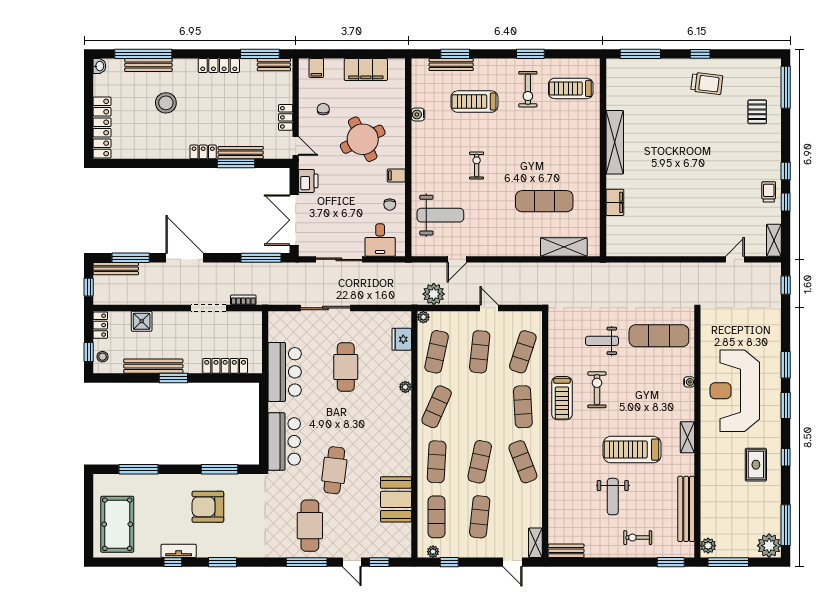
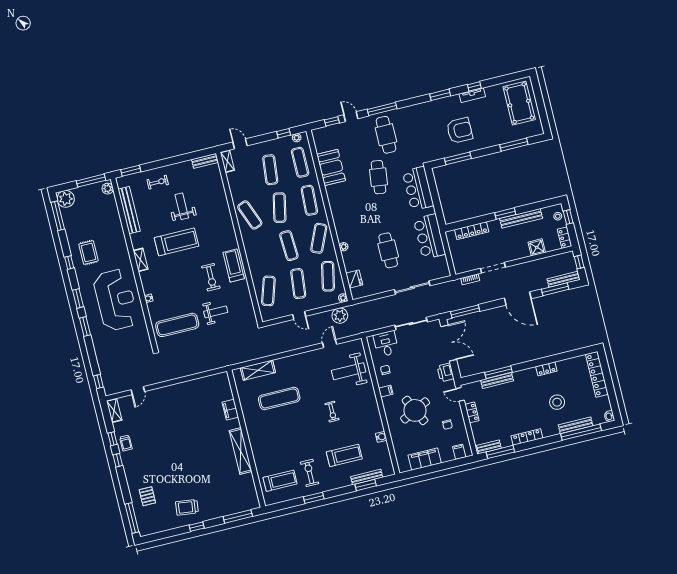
locker: (203, 152) -> (546, 369), moved
exercise mat: (523, 407) -> (289, 246), moved

